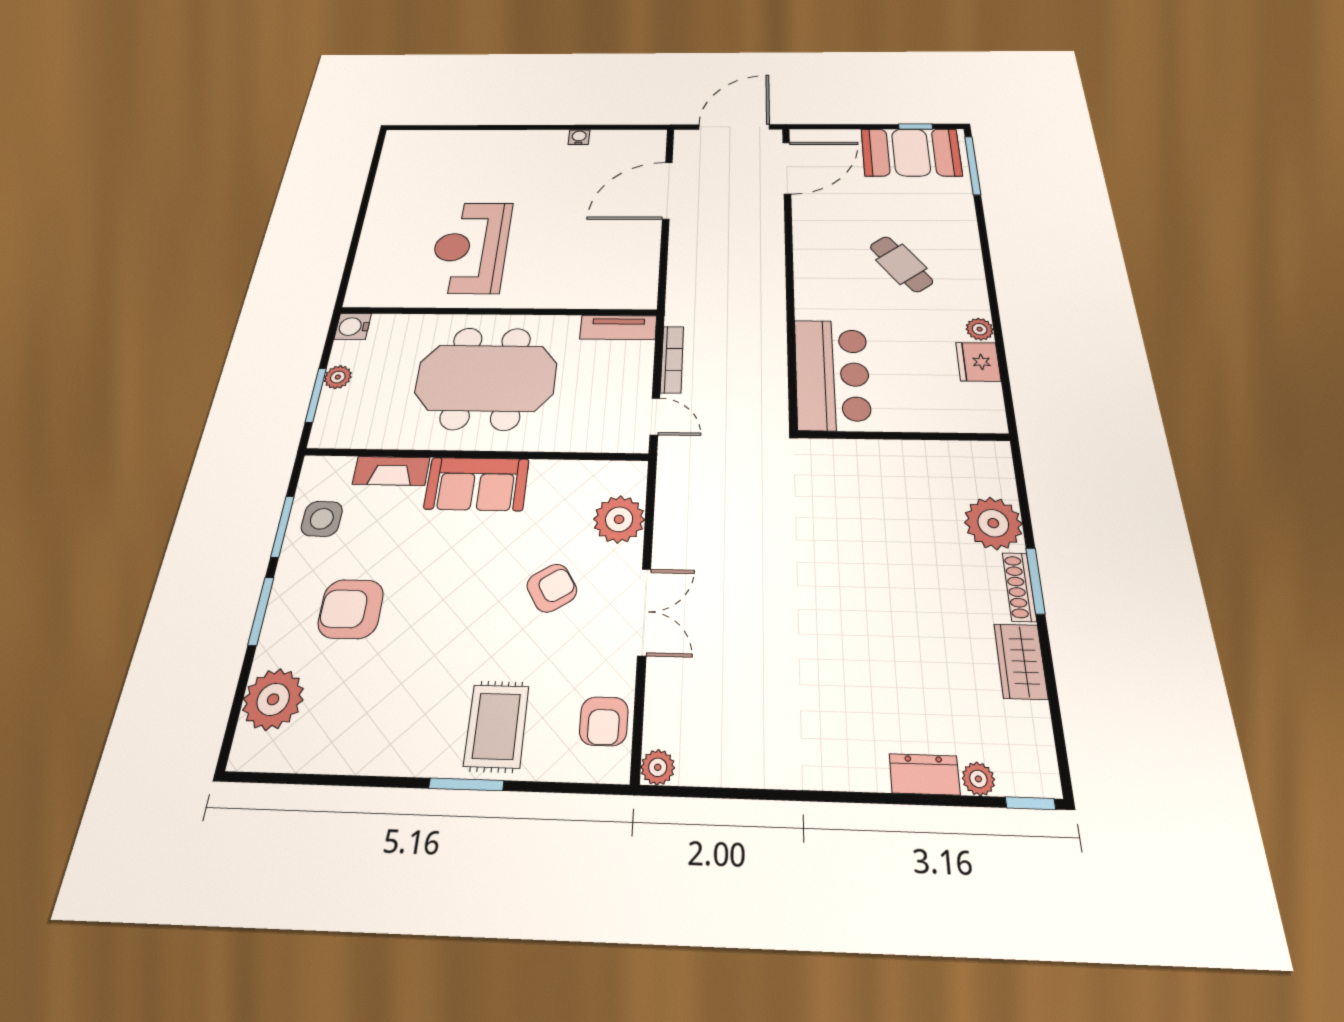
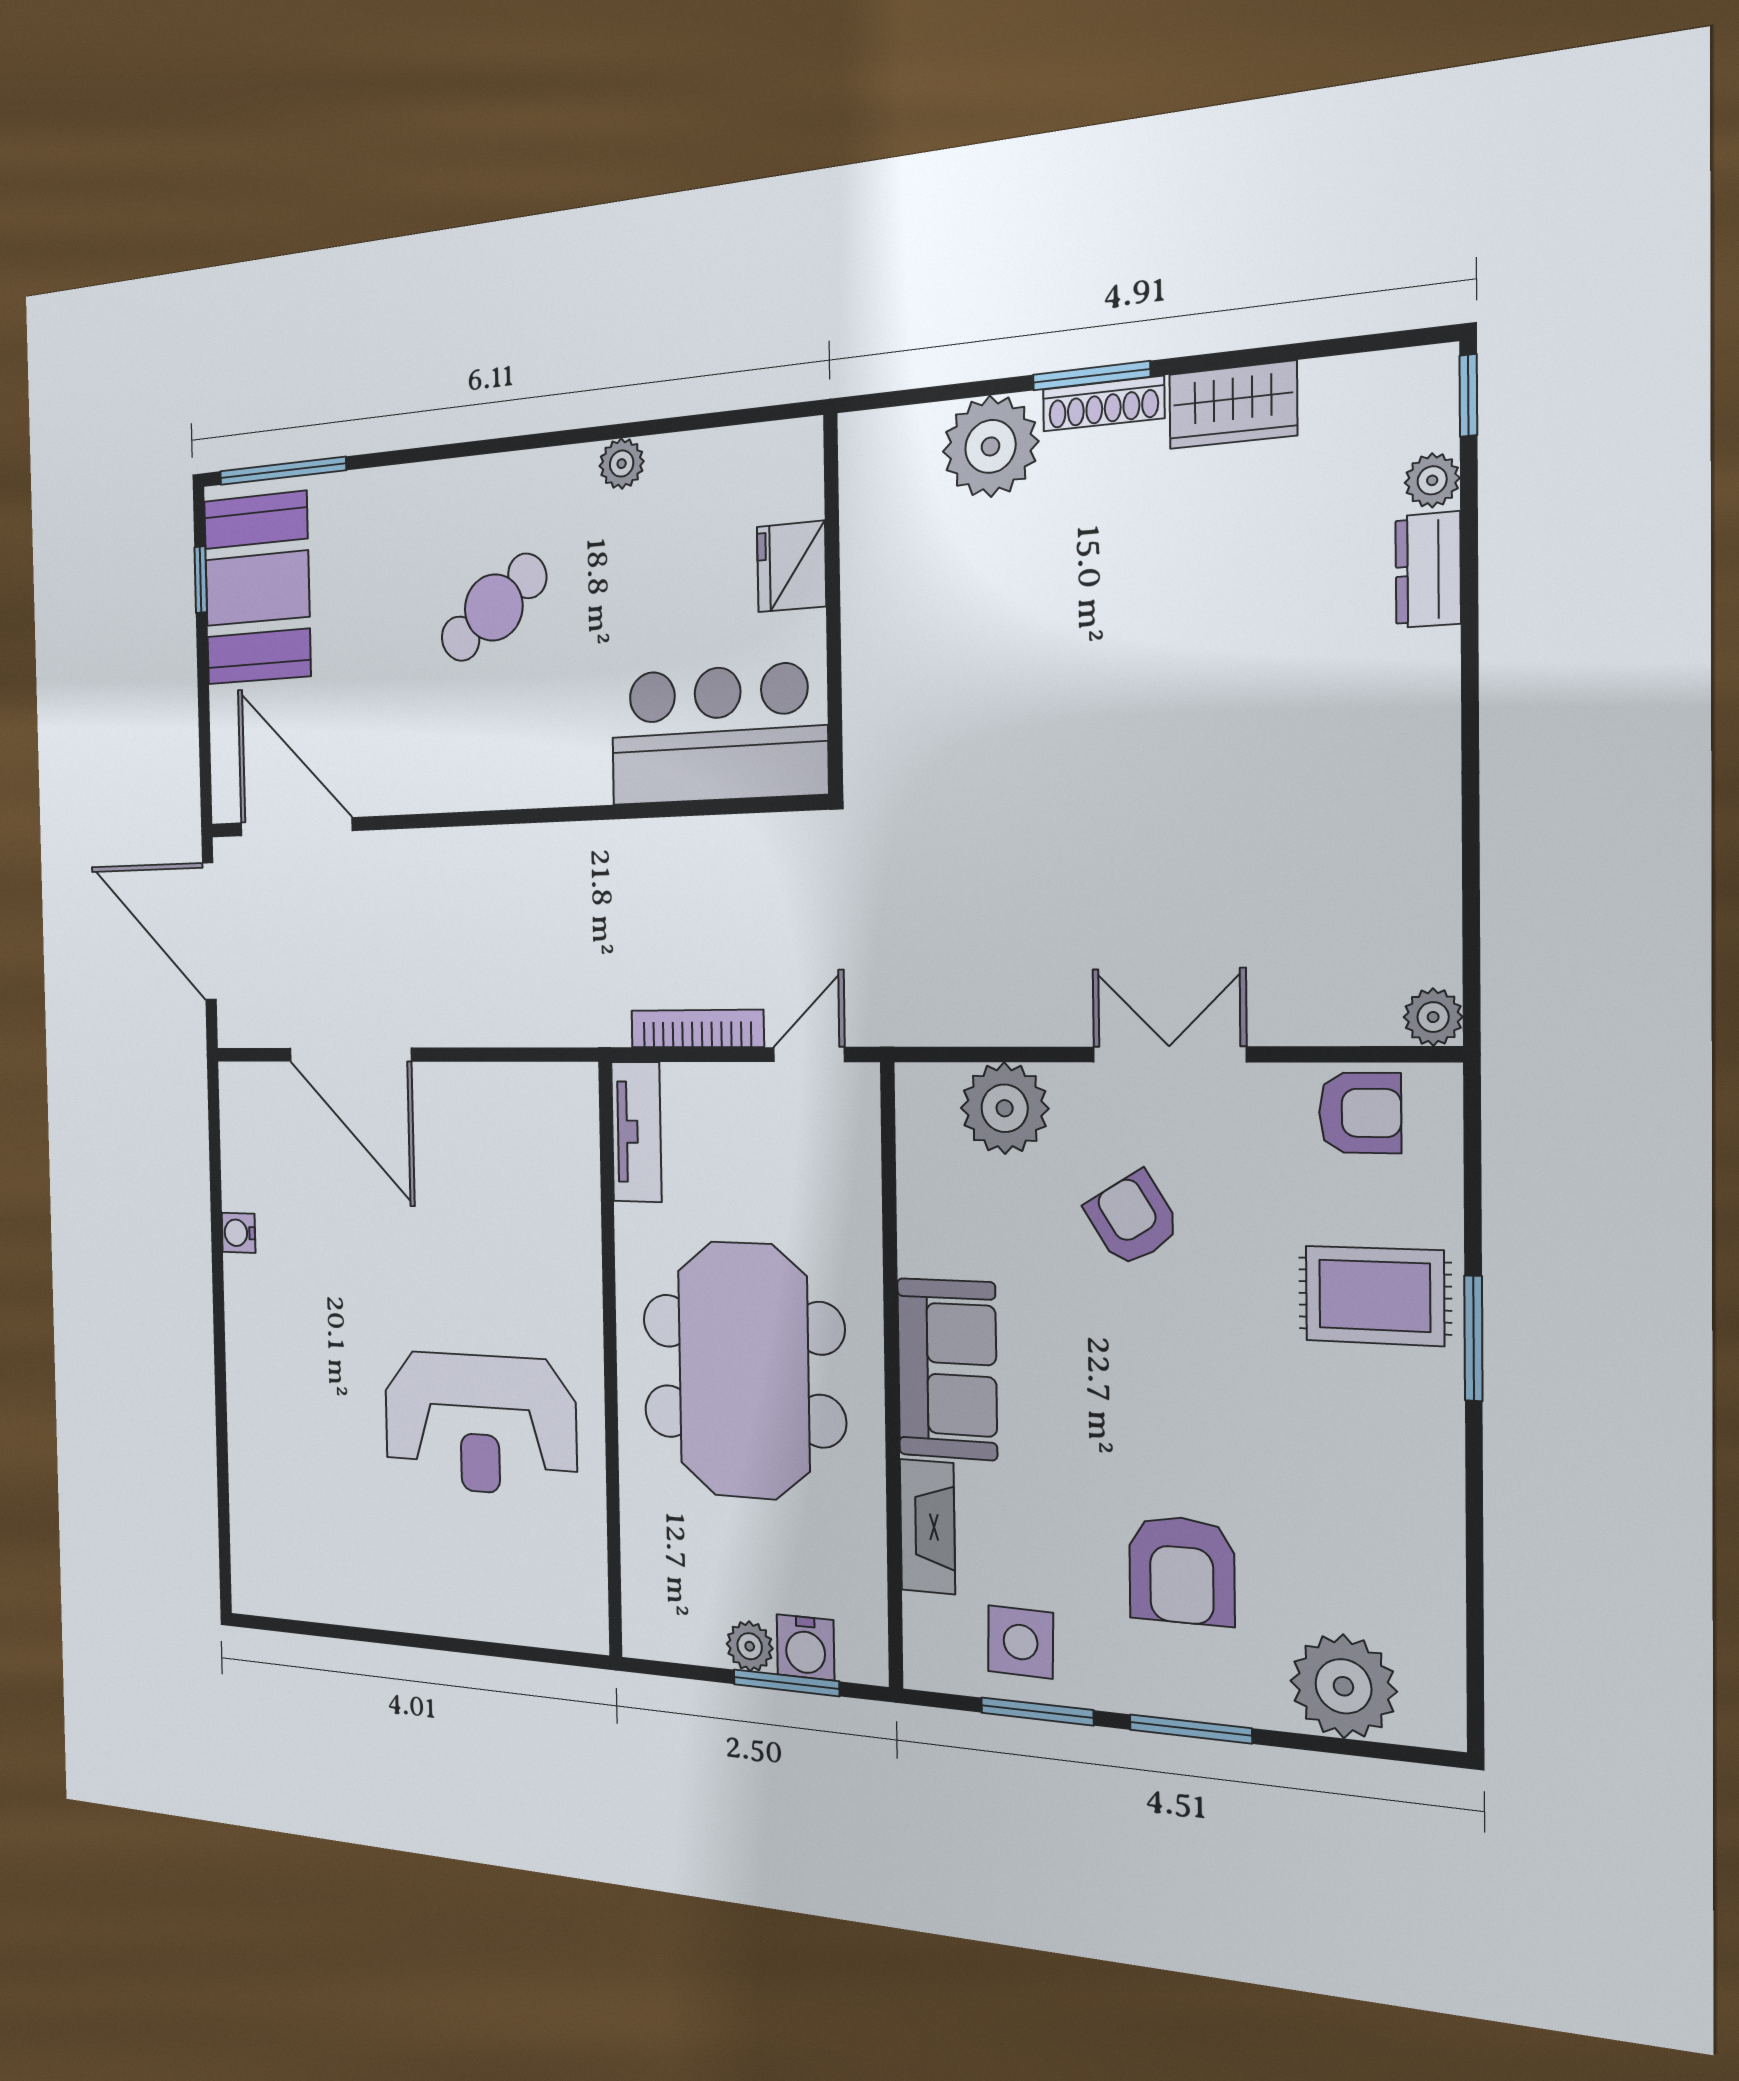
water cooler: (353, 327) -> (806, 1647), moved
fridge: (978, 362) -> (791, 566), moved, turned 90

